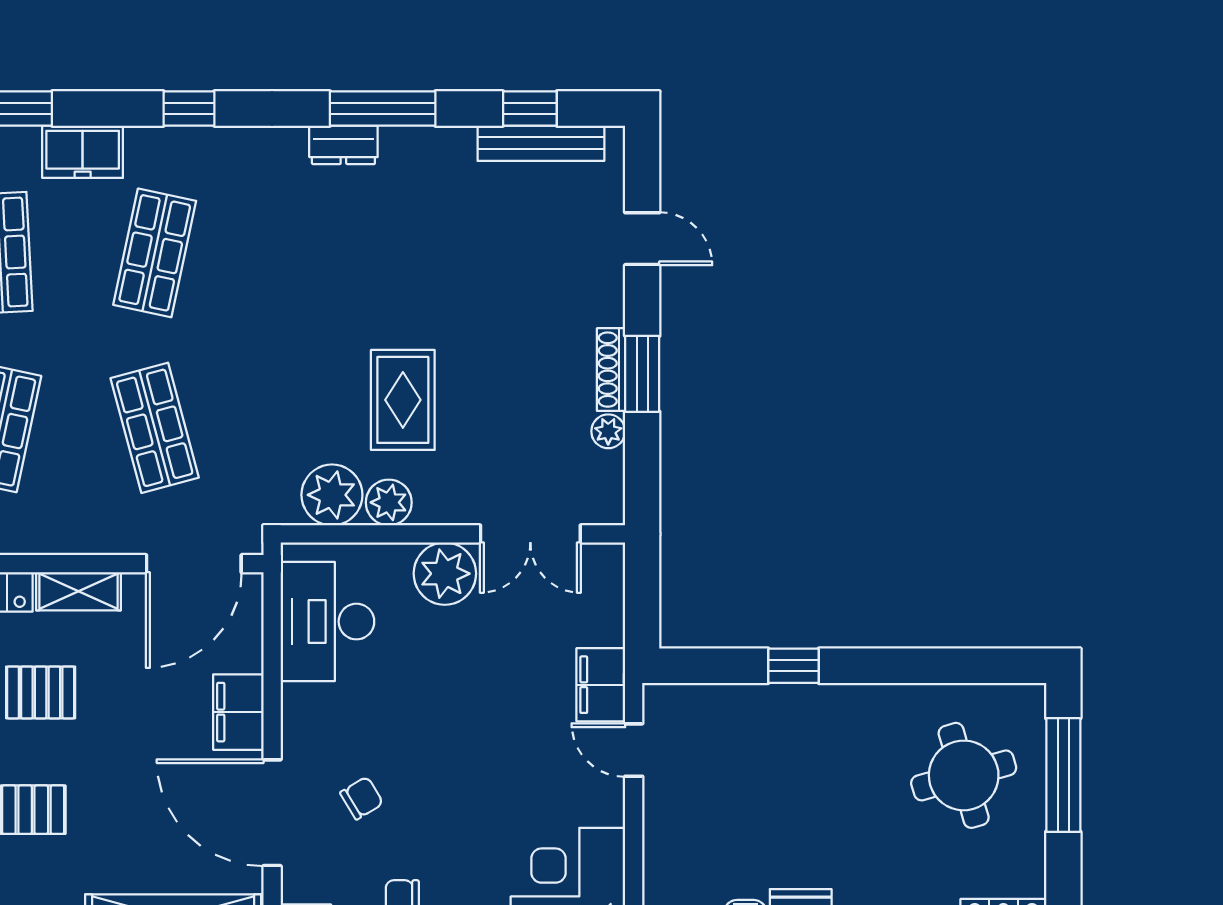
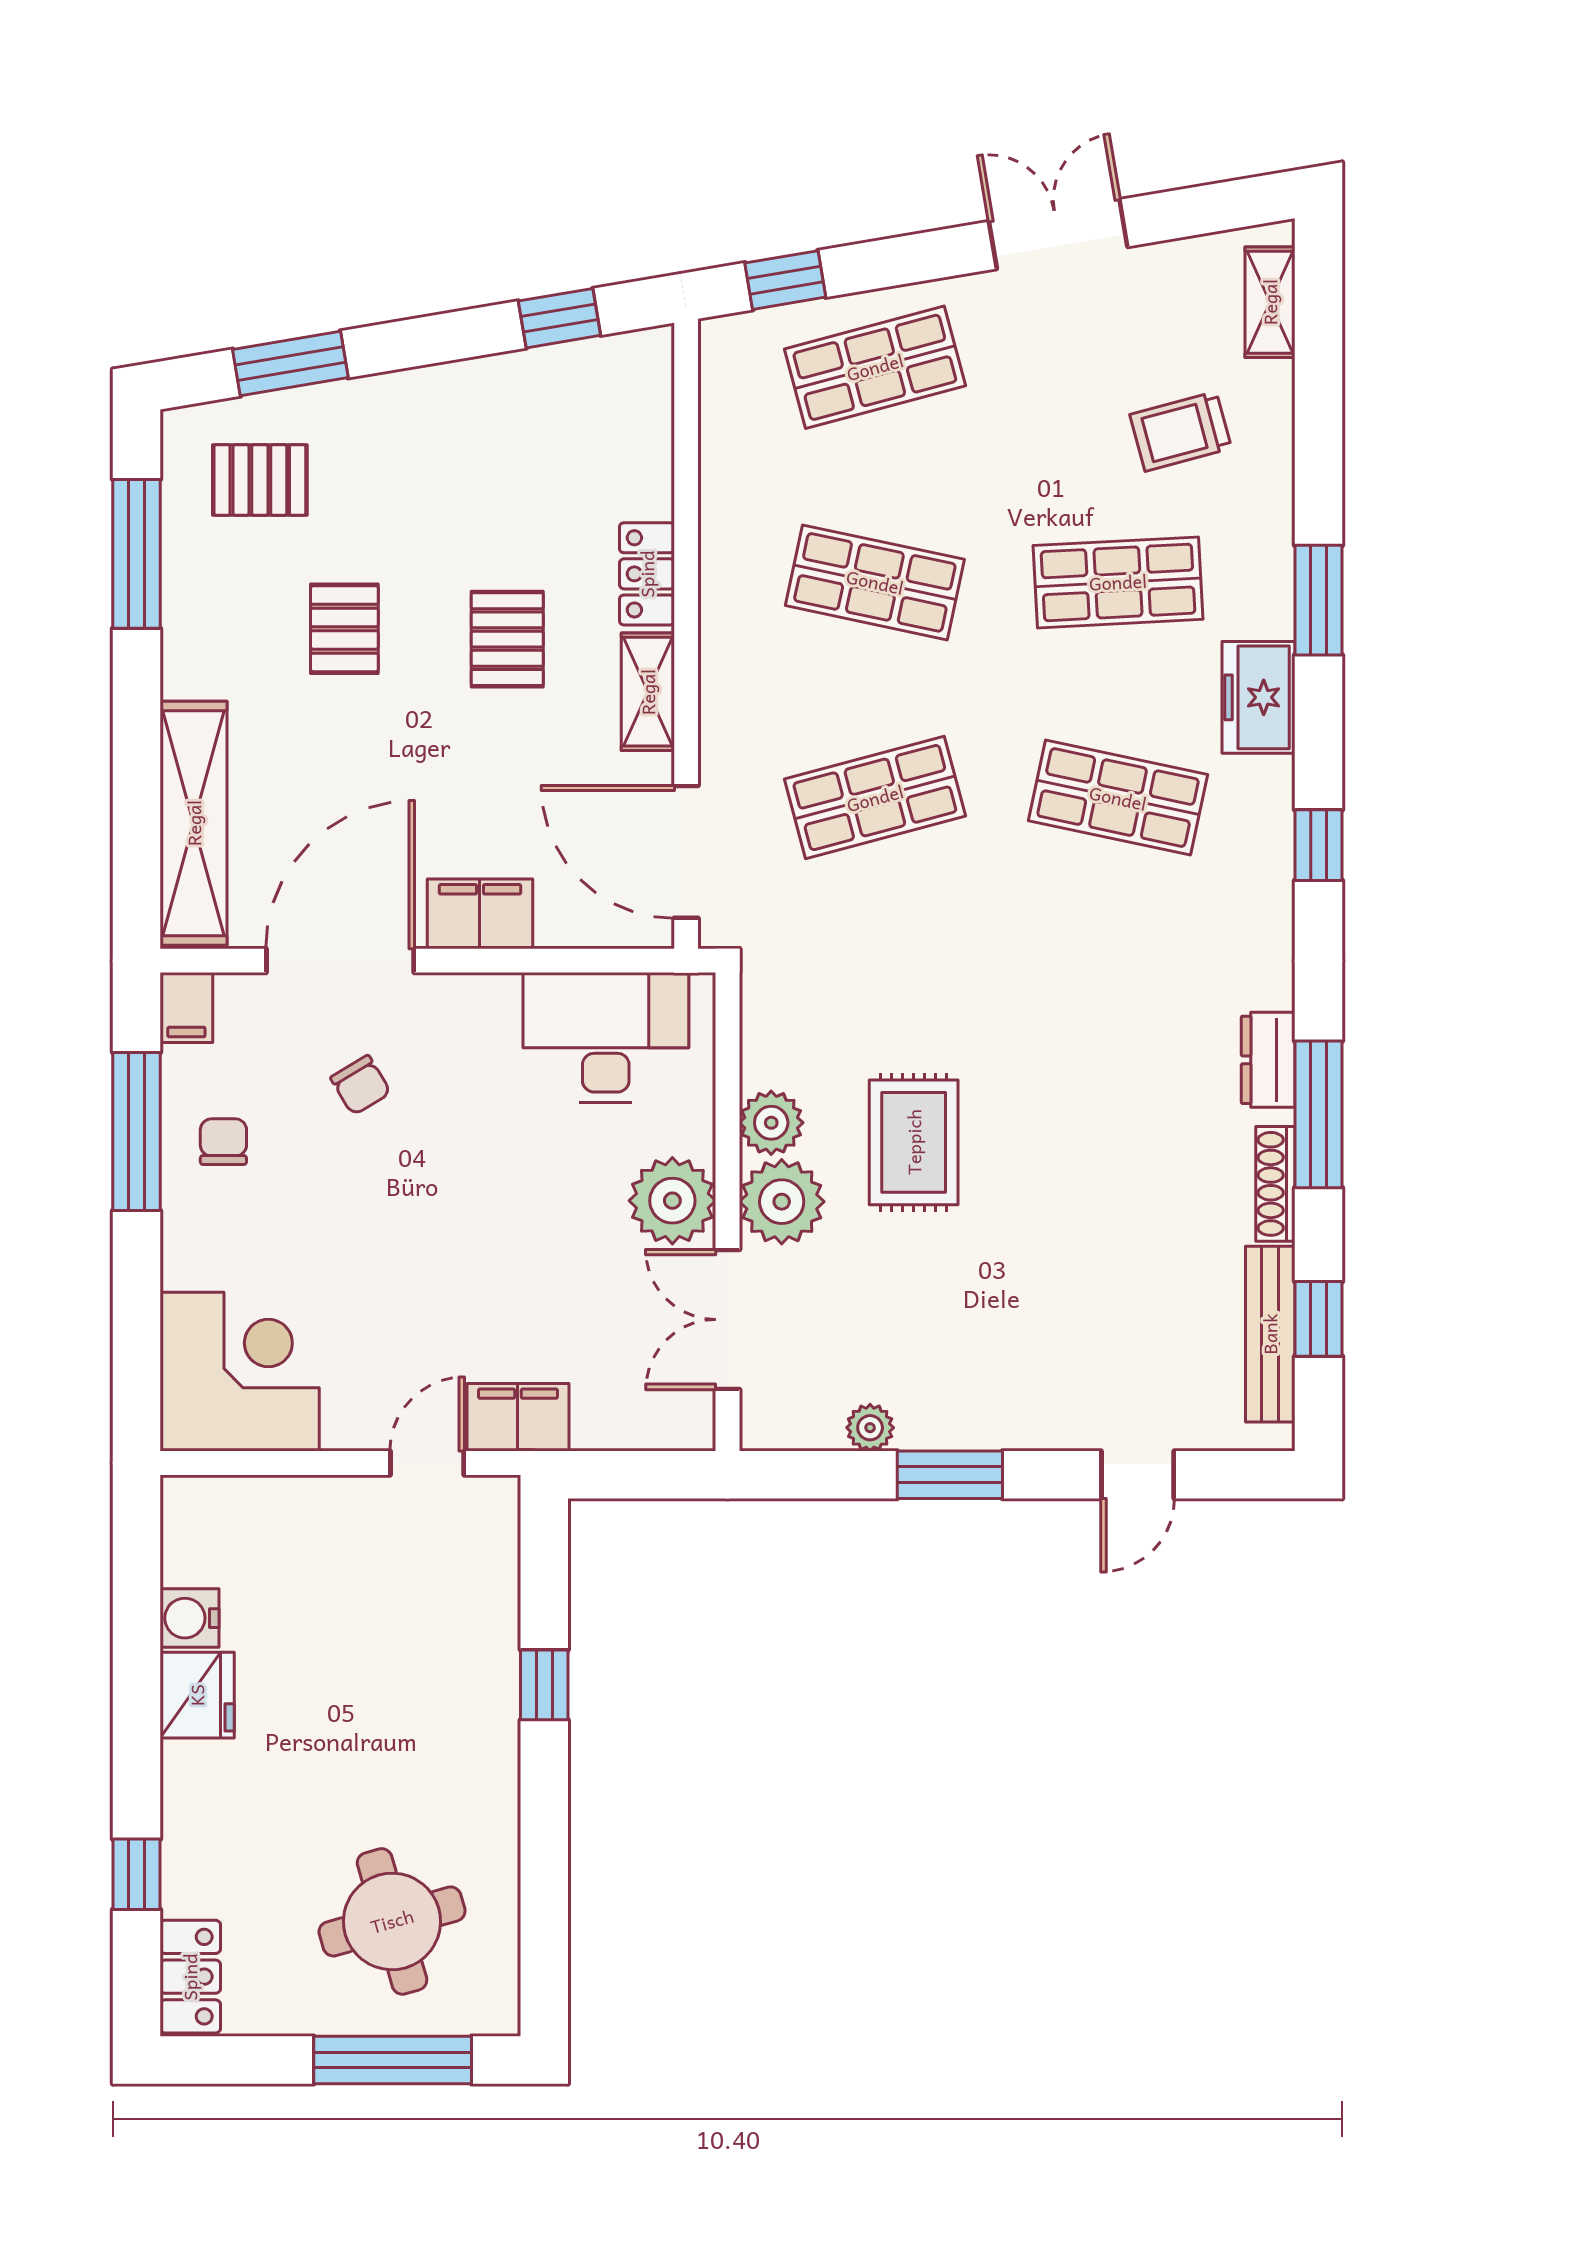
shoe rack: (611, 370) -> (1275, 1184), moved, turned -90
rug: (403, 400) -> (914, 1142), turned 90
plant: (332, 495) -> (782, 1202), moved

